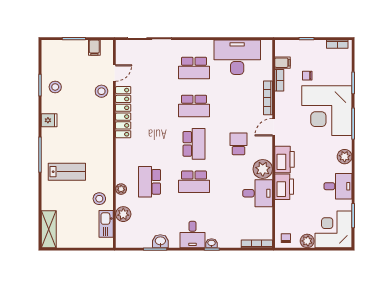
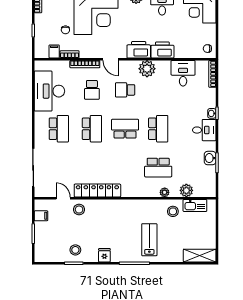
school desk: (238, 106) -> (92, 90), added
desk: (258, 193) -> (183, 73), moved
plant: (307, 241) -> (210, 30), removed

